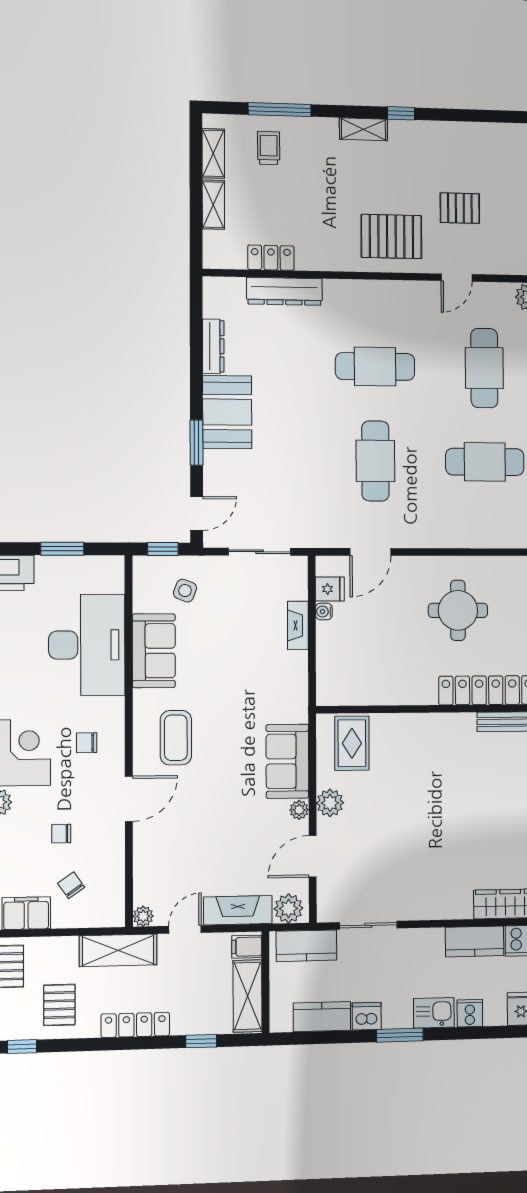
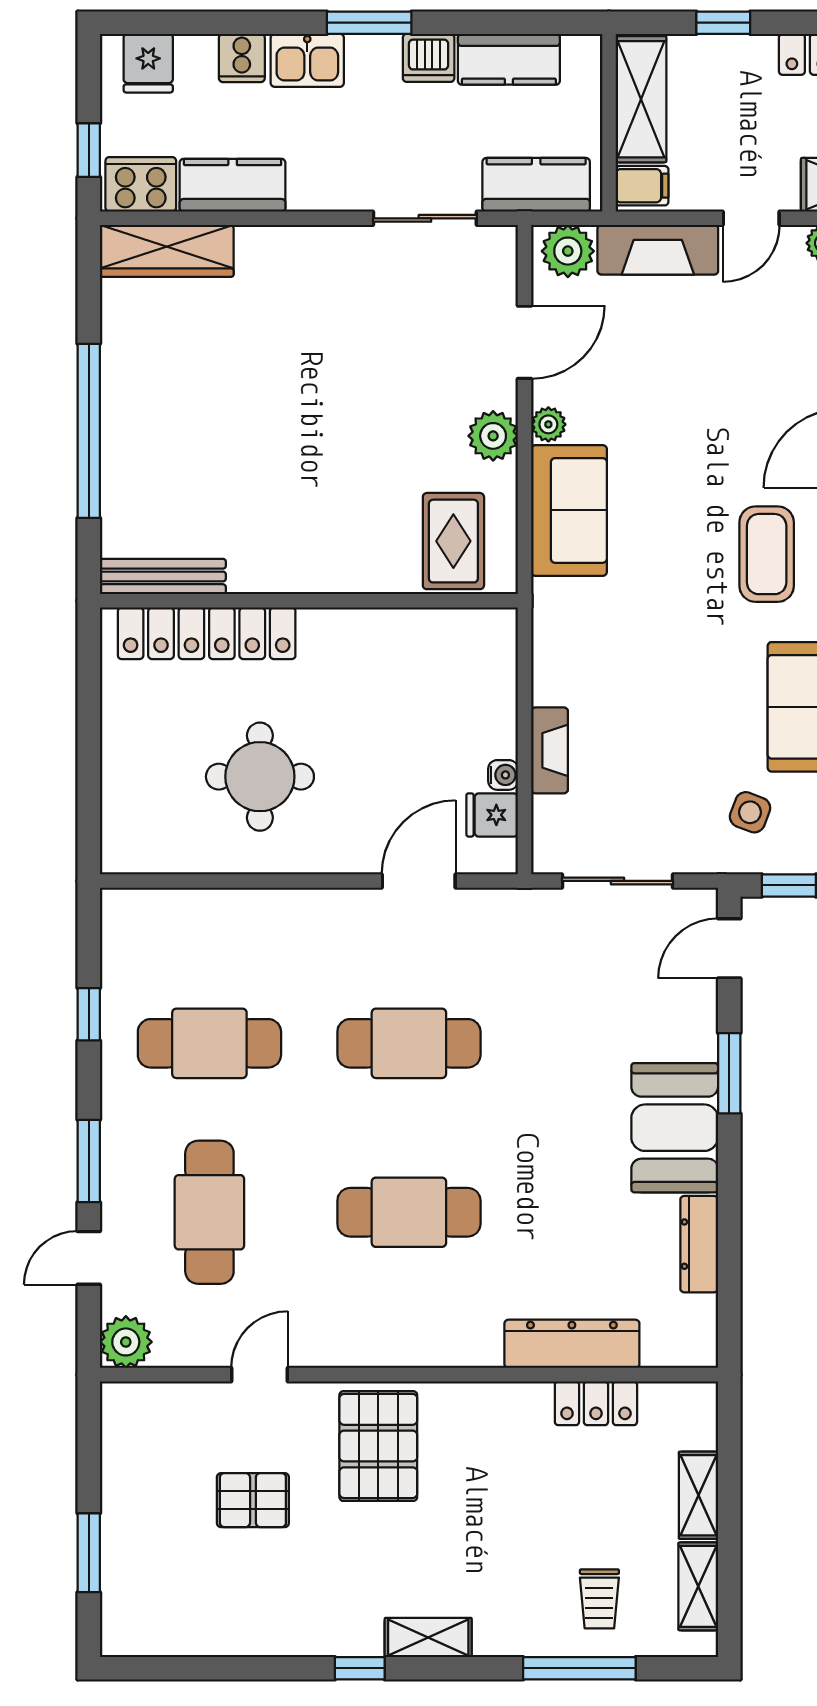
pallet: (391, 236) -> (378, 1446), turned 90
cafe table: (375, 461) -> (409, 1043), turned 90

